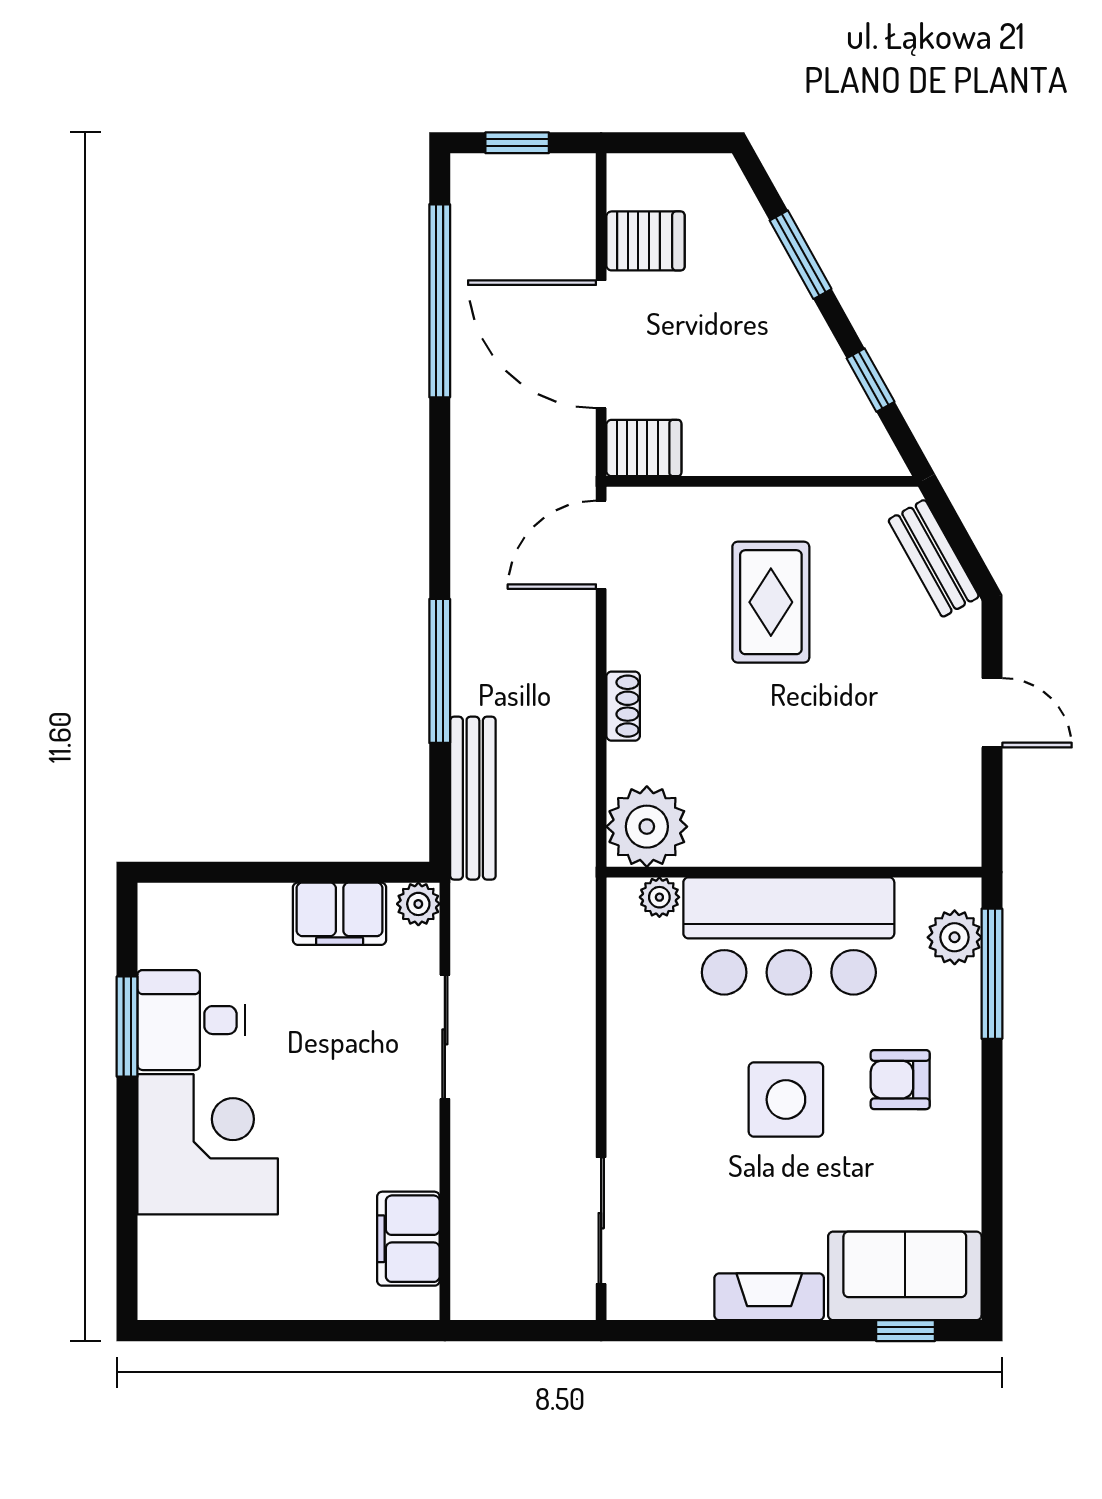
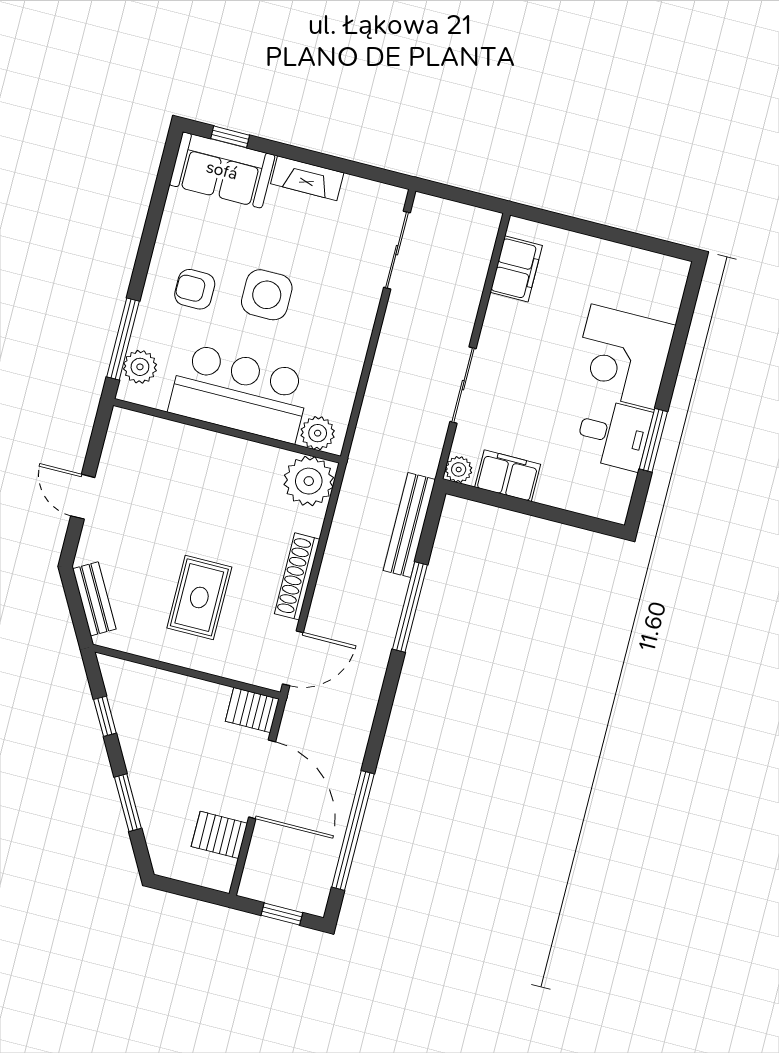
shoe rack: (623, 706) -> (297, 576), width x1.94, depth x1.24
plant: (659, 897) -> (318, 433), width x1.38, depth x1.38
armchair: (900, 1080) -> (195, 289), turned 180

